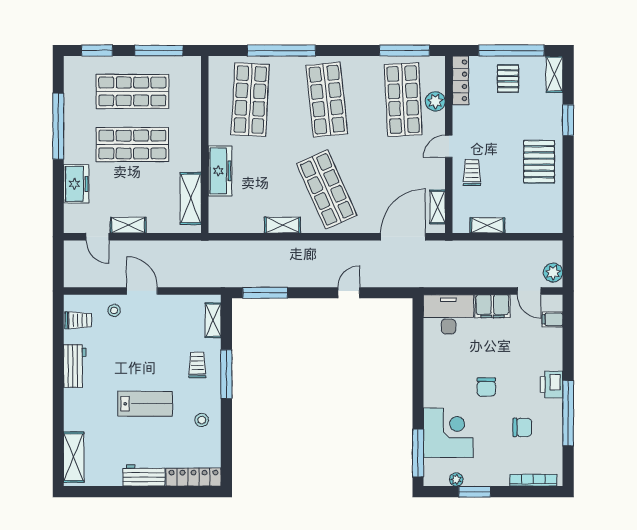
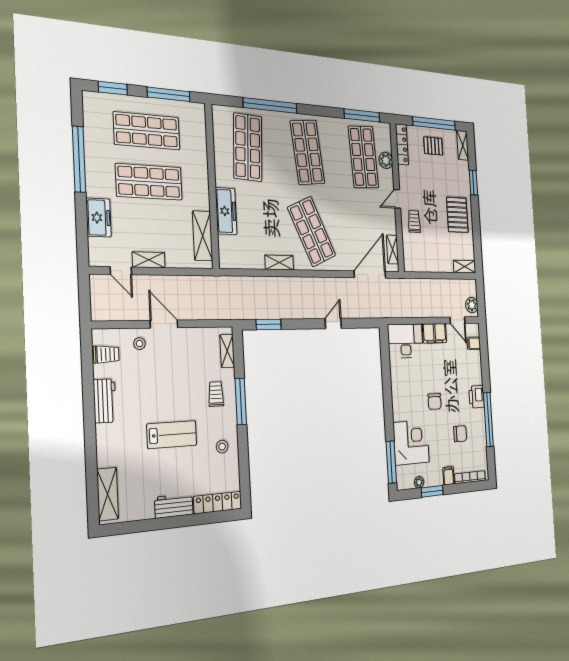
pallet: (508, 79) -> (433, 146), turned 90
shelving: (487, 225) -> (465, 267), moved
window: (265, 293) -> (269, 324), width x0.69
filing cabinet: (501, 476) -> (449, 476), added

